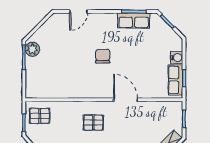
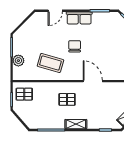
row of seats: (134, 21) -> (79, 18), moved
plant: (32, 49) -> (18, 61), moved
coffee table: (73, 77) -> (50, 63), added

